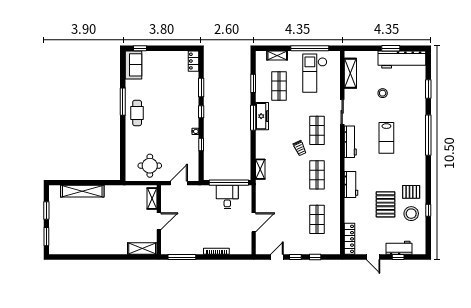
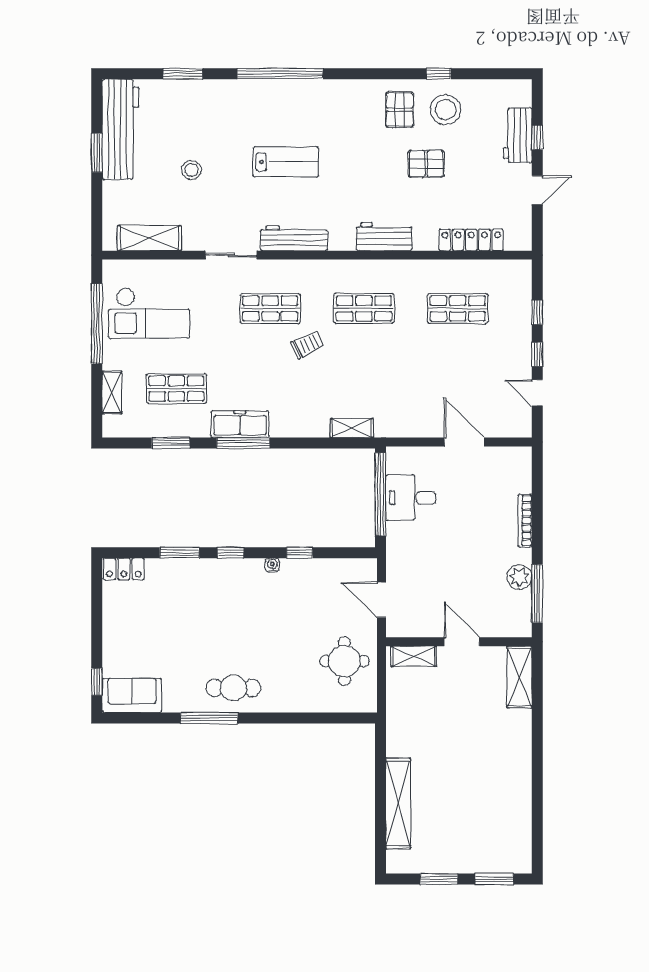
pallet: (386, 204) -> (426, 164), width x0.67, depth x0.71
locker: (349, 239) -> (471, 240), moved
plant: (190, 249) -> (519, 577), added

